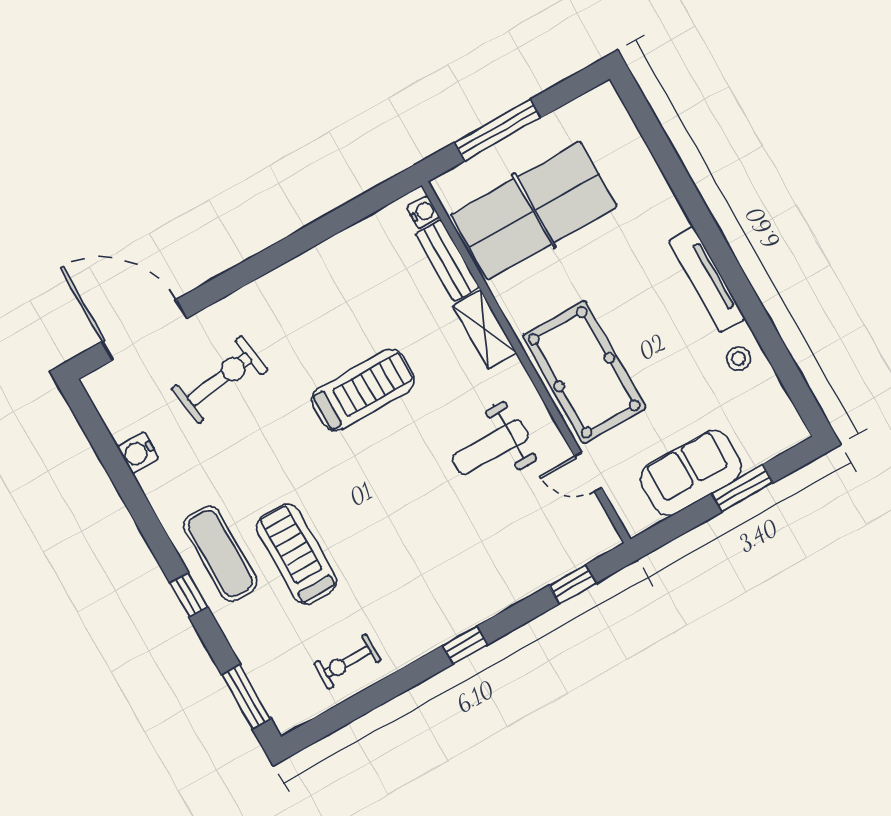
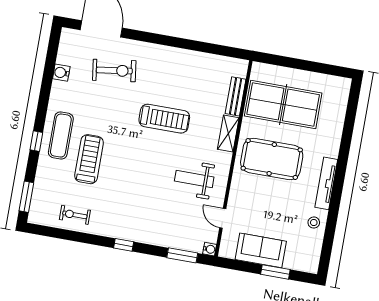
window: (498, 130) -> (294, 63), removed
water cooler: (423, 212) -> (210, 249), moved
pool table: (584, 372) -> (272, 159), moved, turned 90
window: (572, 584) -> (182, 255), width x1.50

